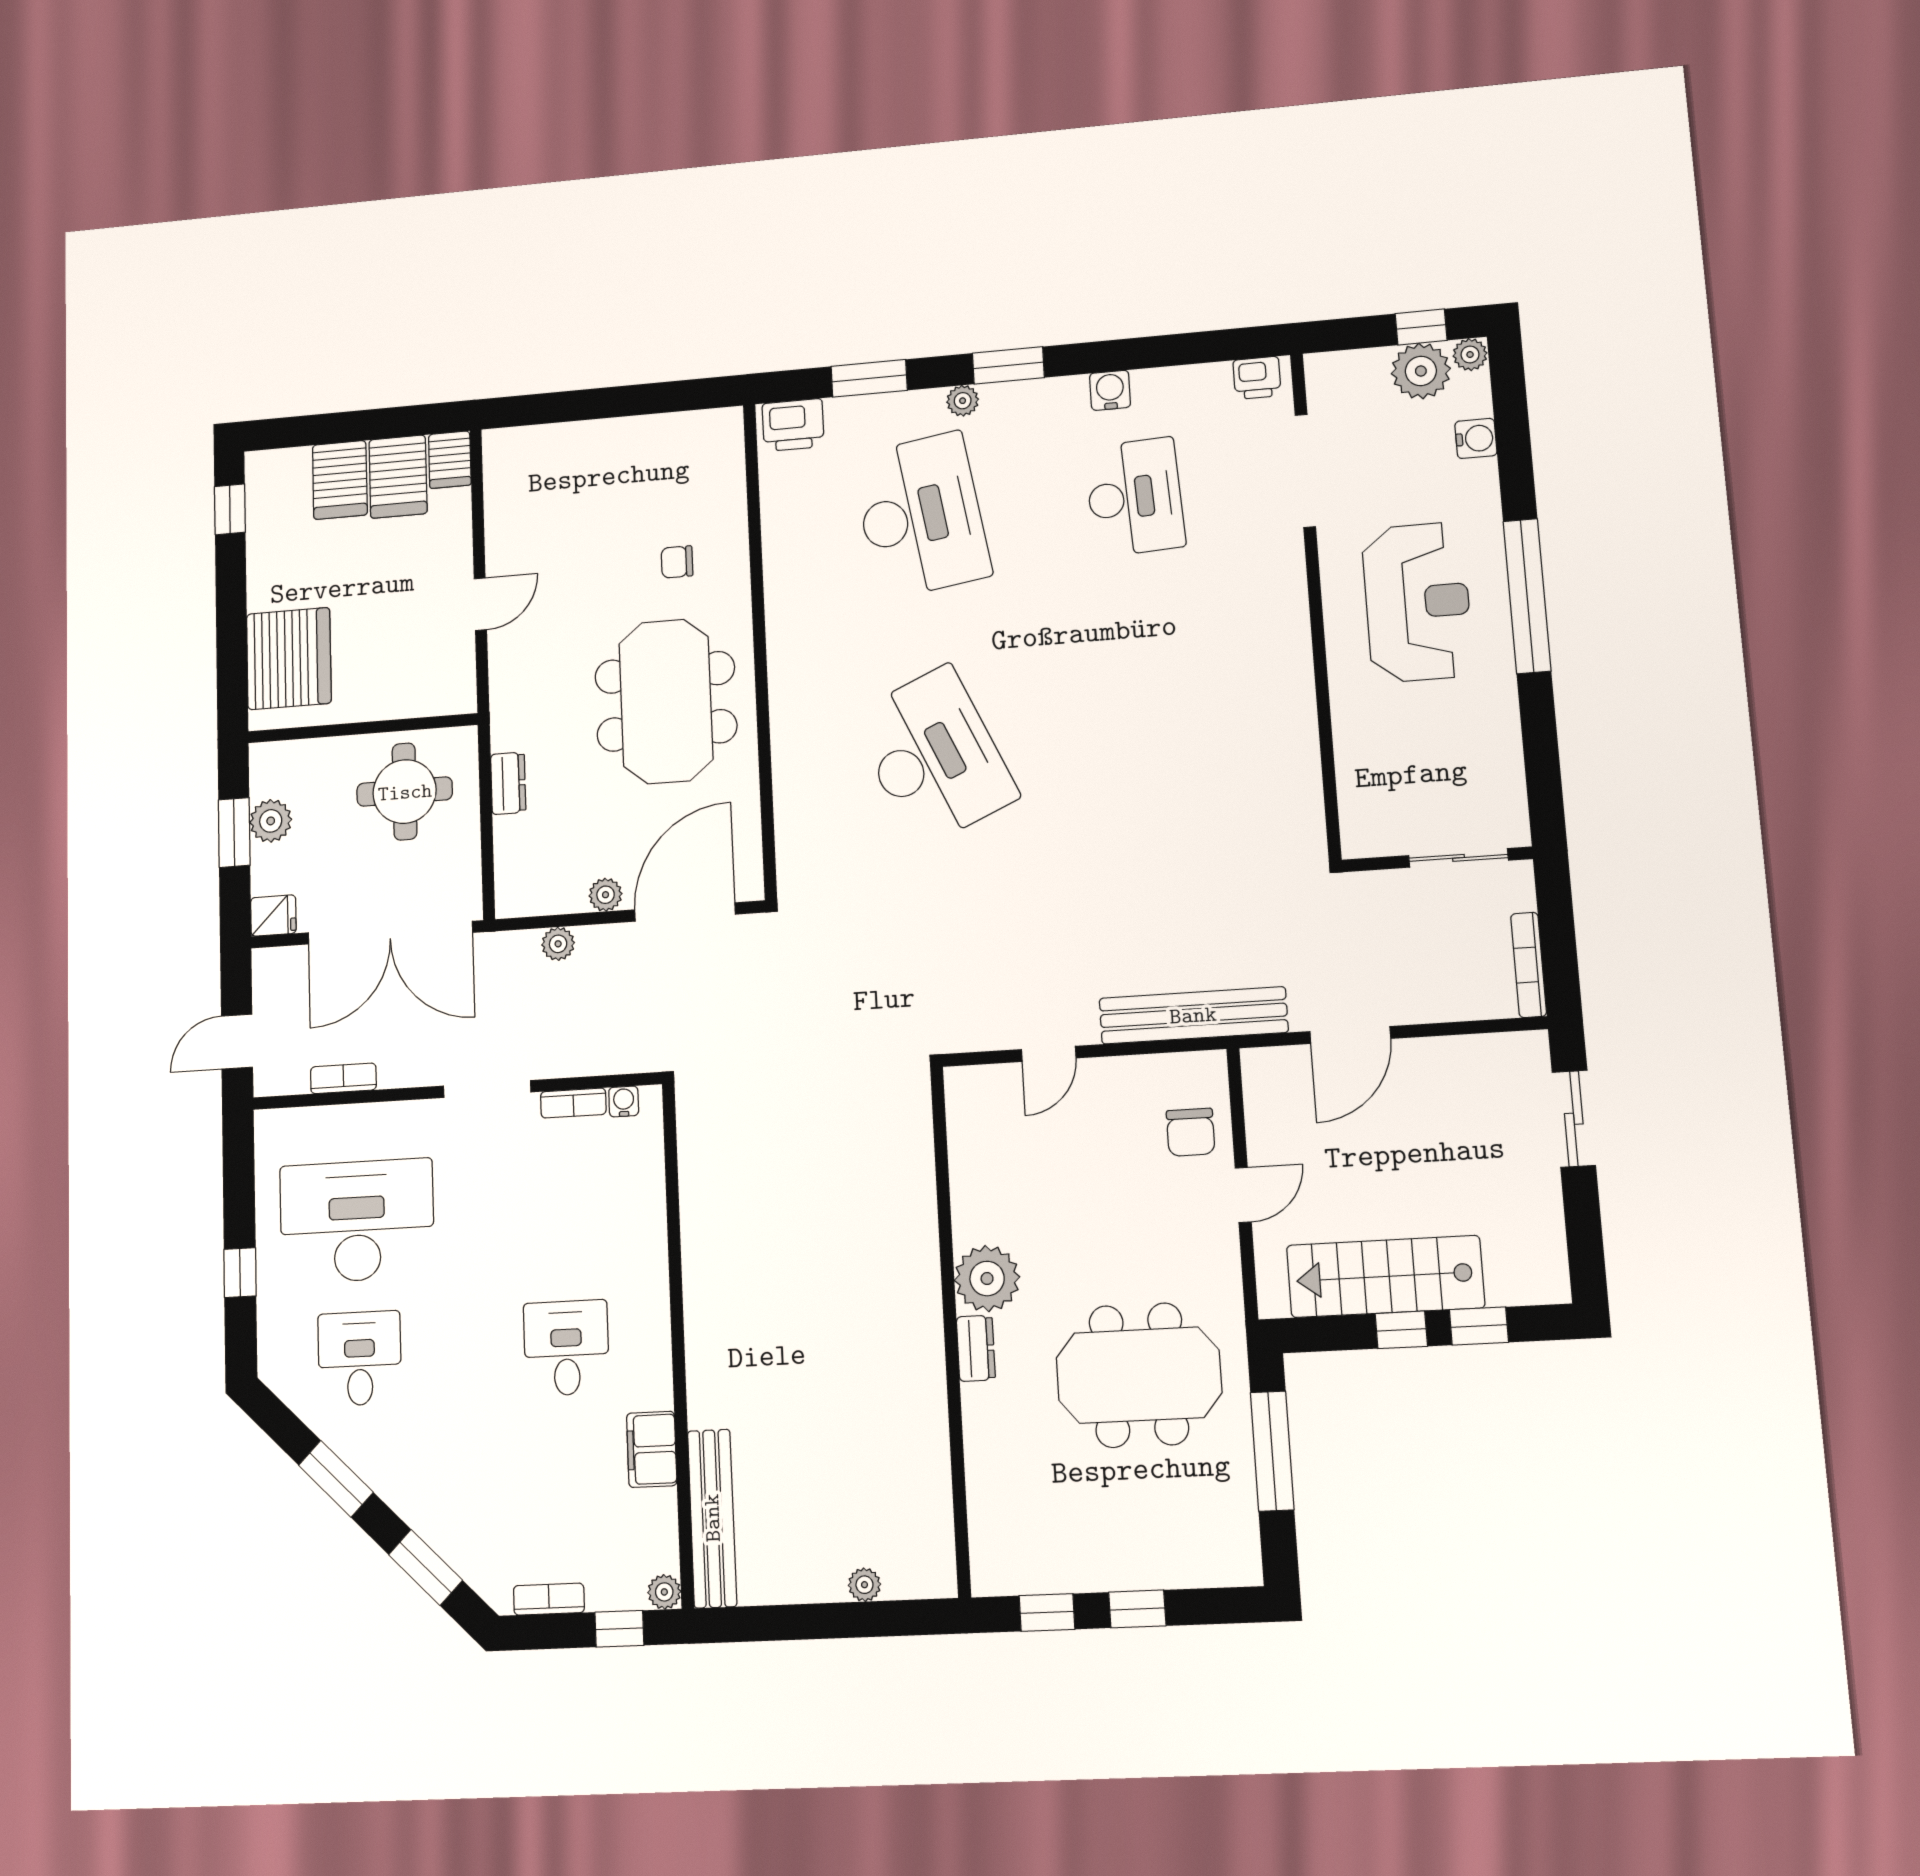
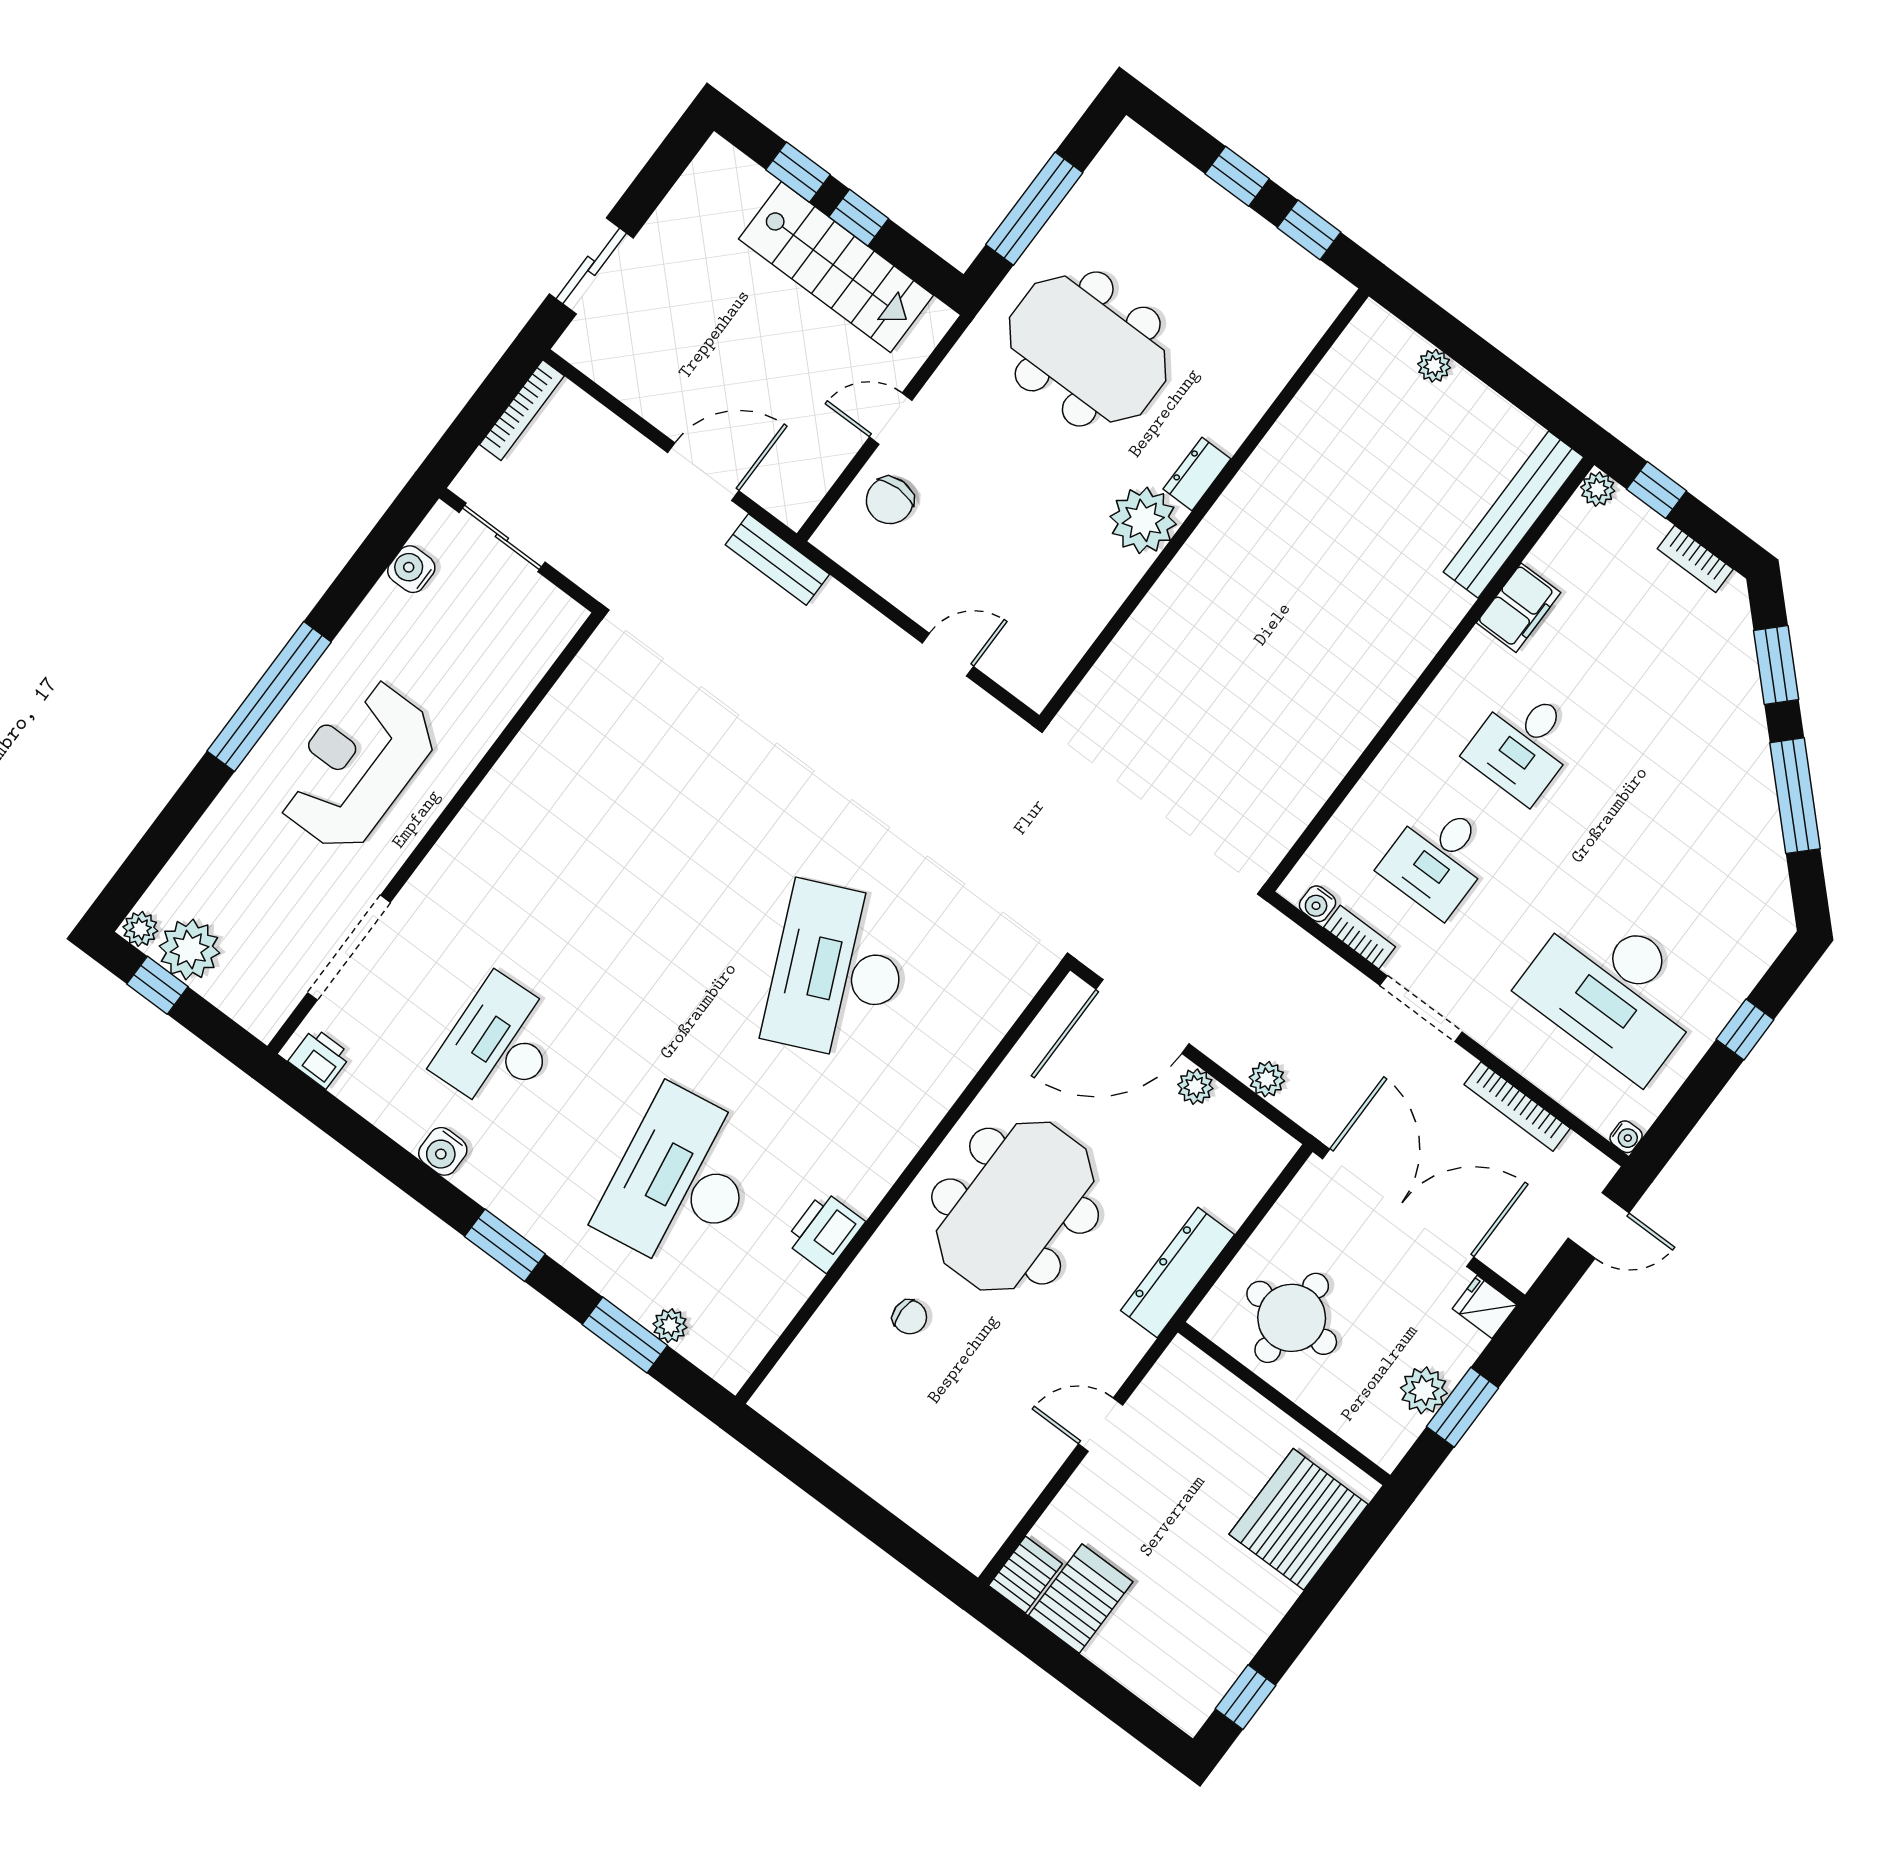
plant: (963, 401) -> (670, 1326), moved
printer: (793, 425) -> (825, 1232), moved, turned -90
water cooler: (1476, 438) -> (411, 569), moved
server rack: (340, 480) -> (1132, 1640), removed
dresser: (508, 783) -> (1178, 1273), width x1.96, depth x1.24
bench: (1193, 1015) -> (777, 559), width x0.54, depth x0.82
bookcase: (343, 1078) -> (1517, 1106), width x1.56
water cooler: (266, 1122) -> (1626, 1137), added
chair: (1191, 1132) -> (890, 501), turned 180
desk: (360, 1358) -> (1438, 859), moved
window: (336, 1479) -> (1795, 796), width x1.44

